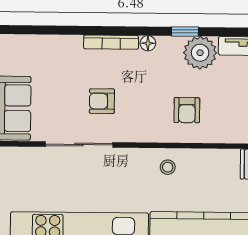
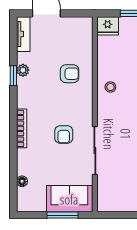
floor lamp: (148, 43) -> (22, 181), moved
plant: (200, 53) -> (23, 70), width x0.53, depth x0.53

